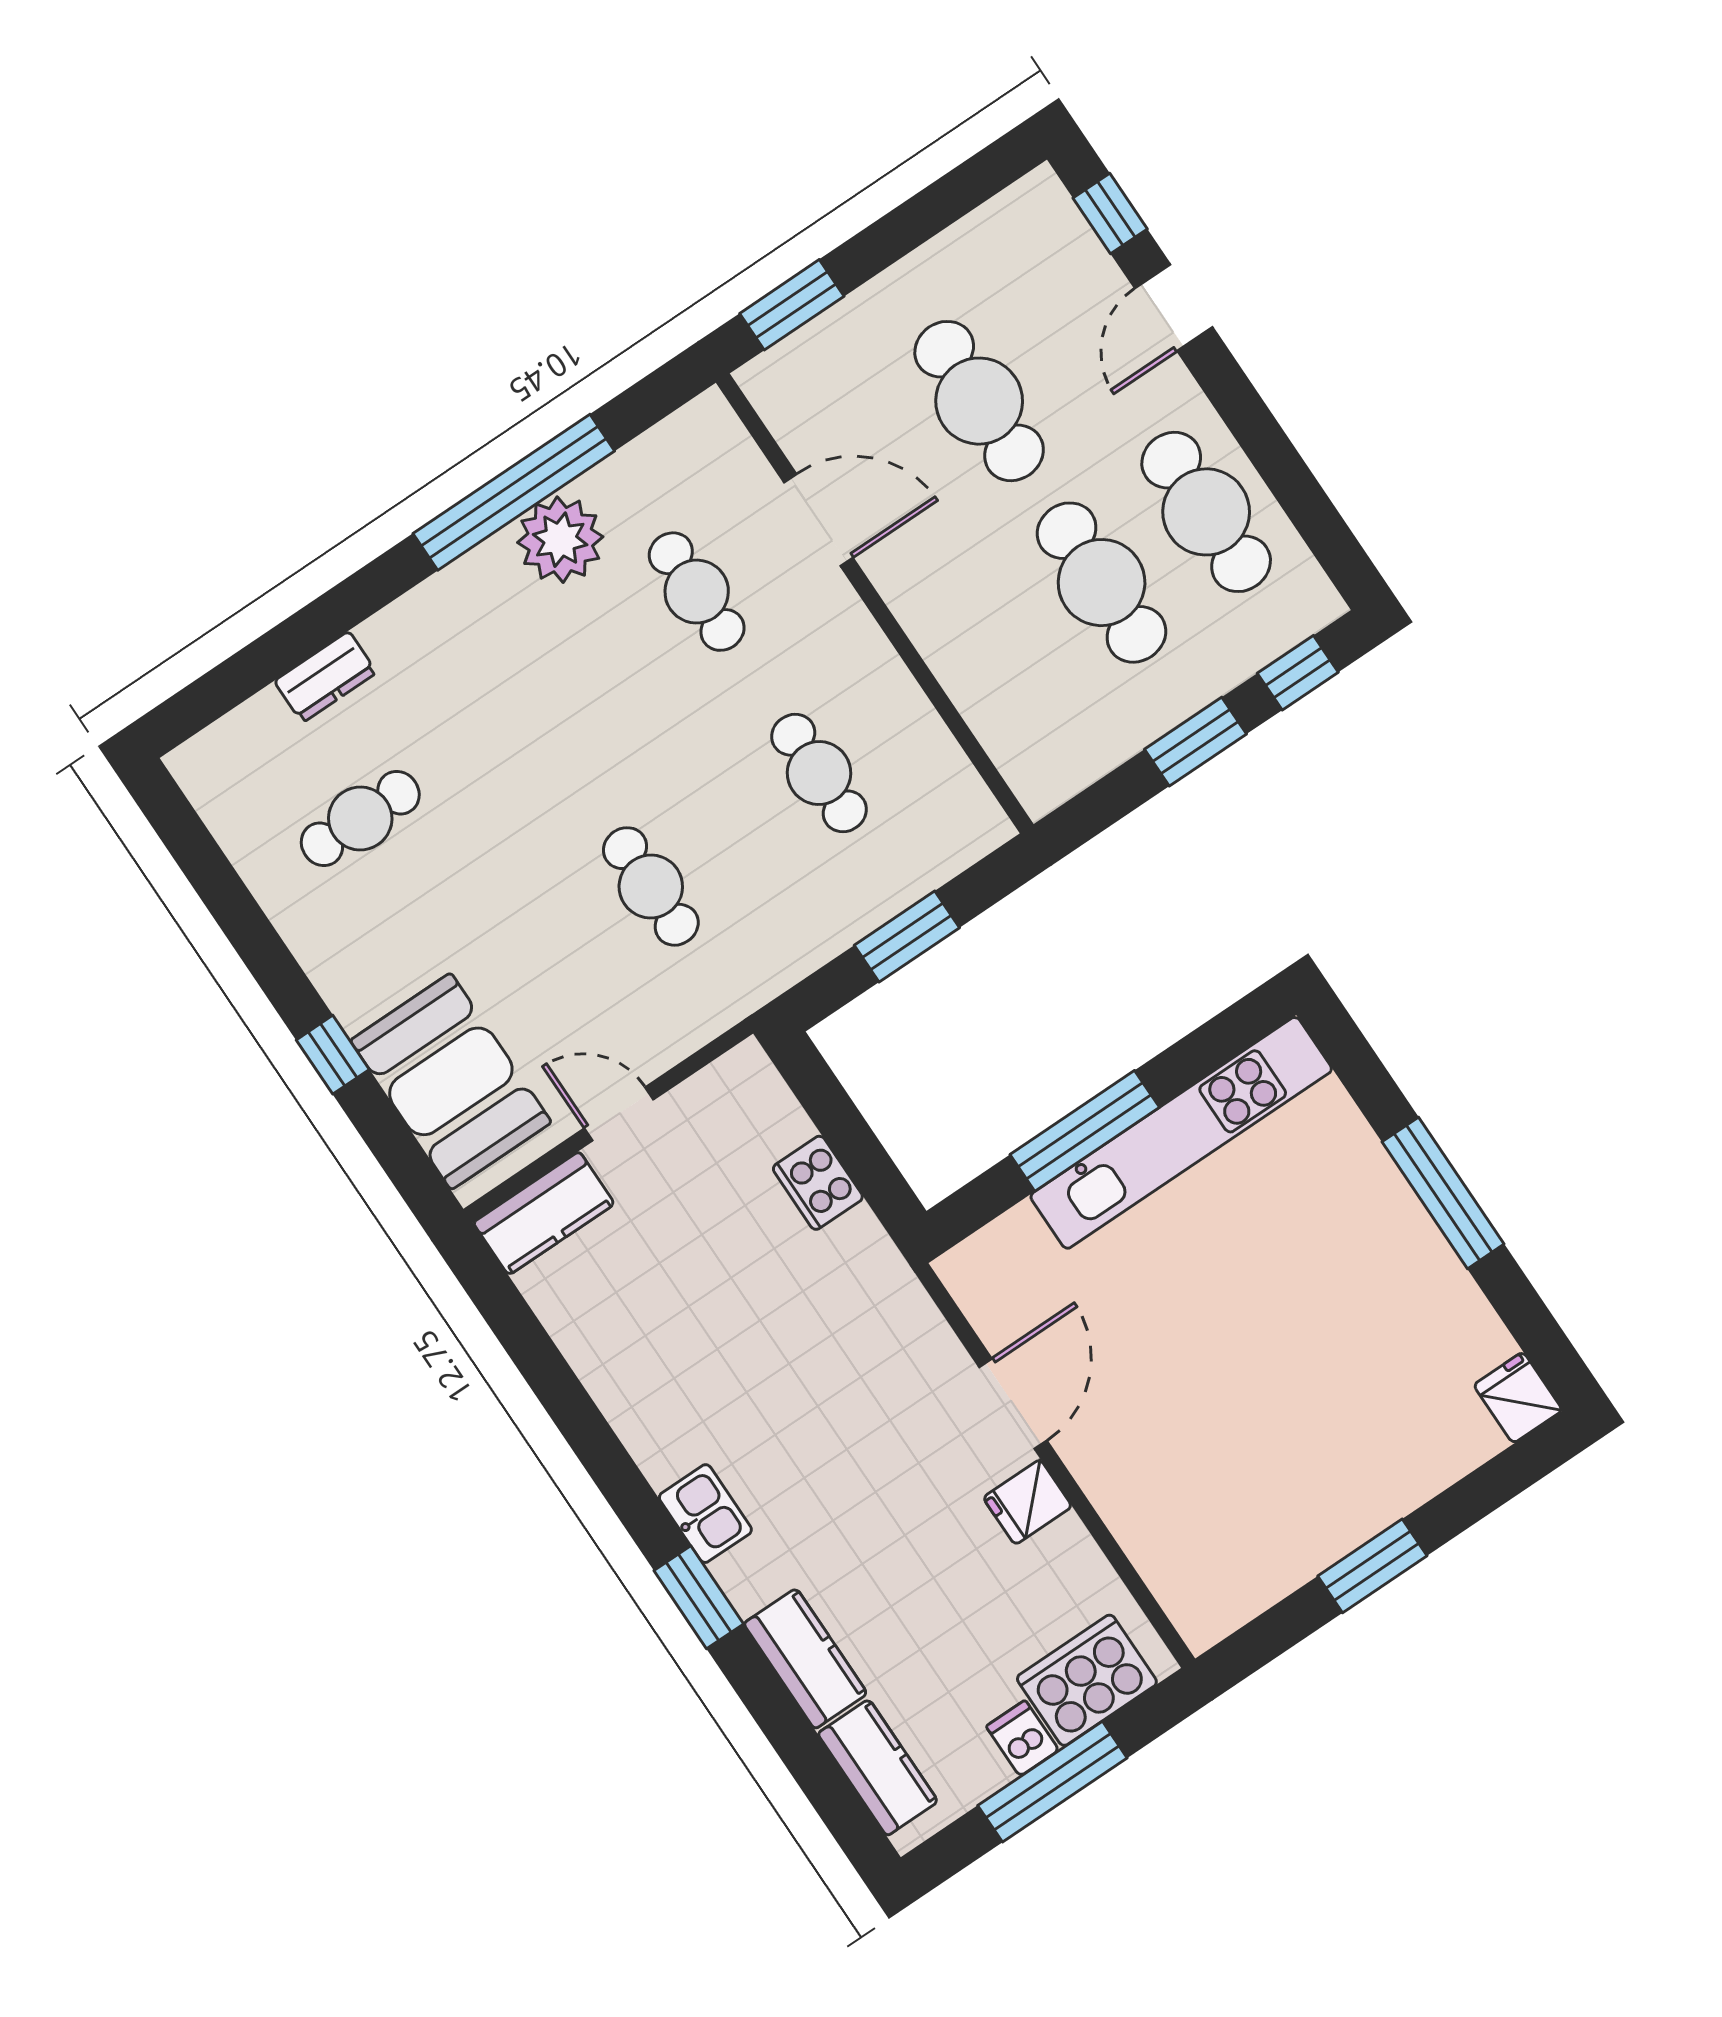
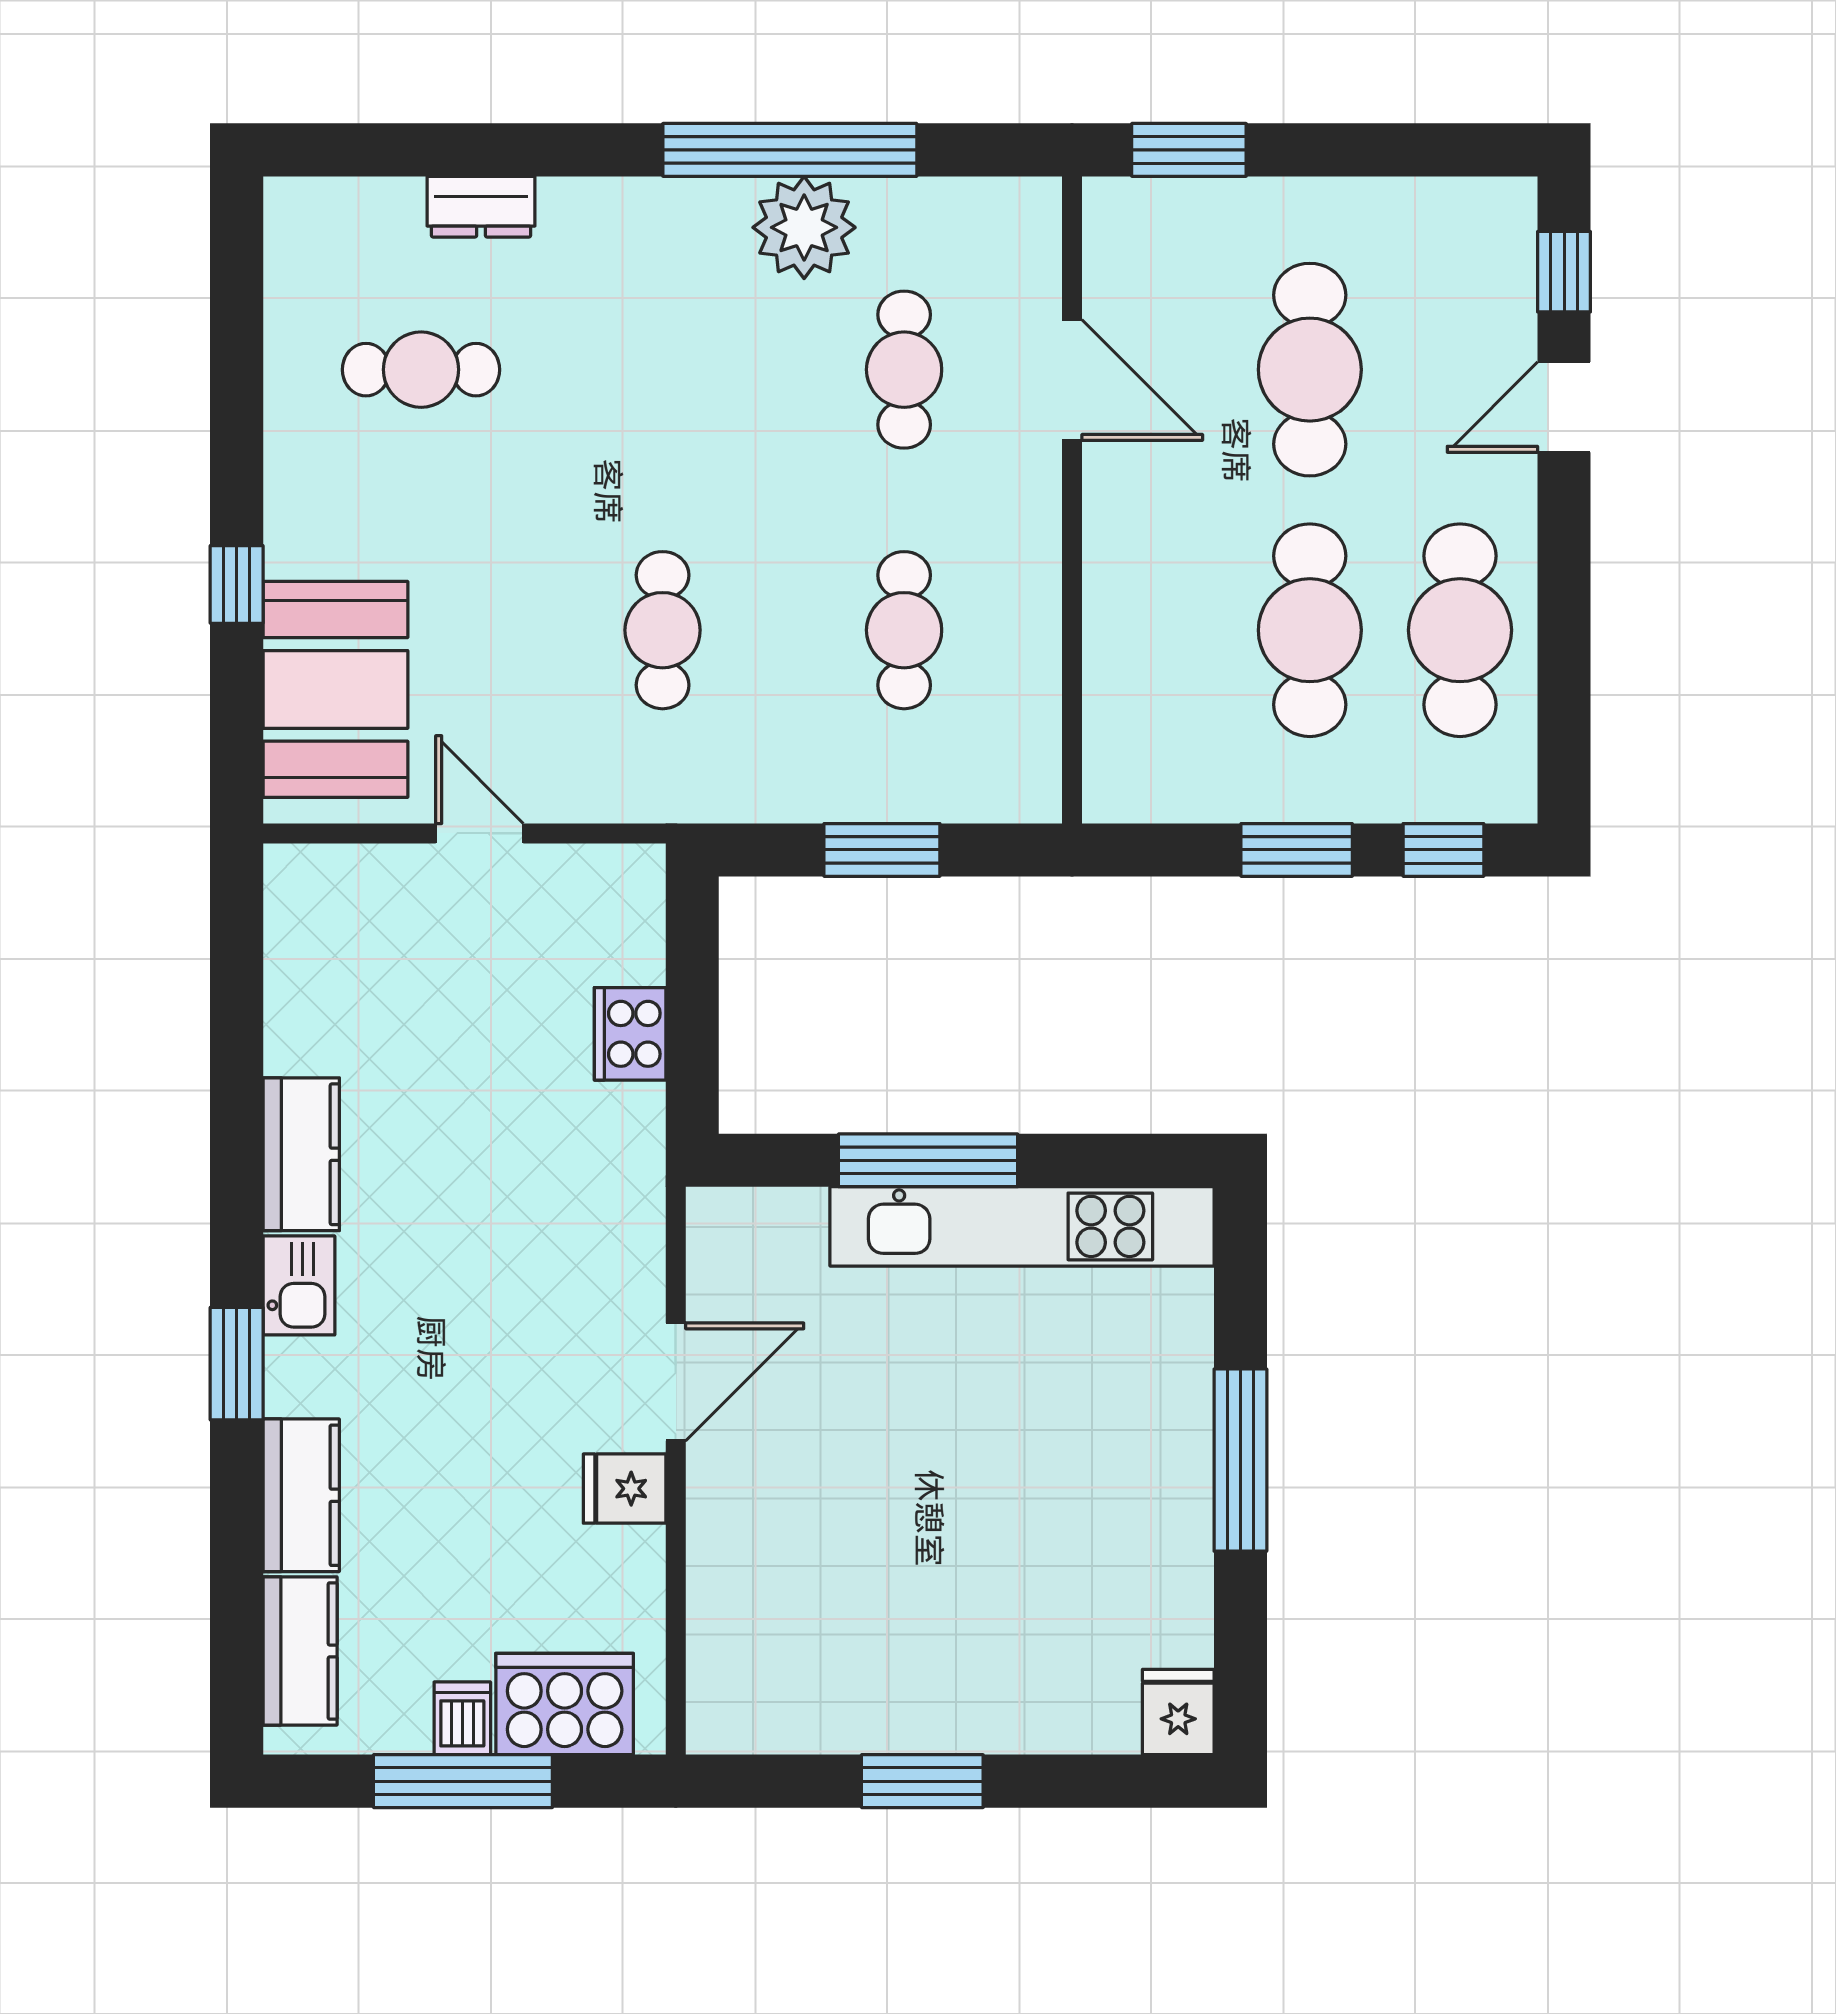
kitchen counter: (544, 1213) -> (301, 1154), moved, turned -90

